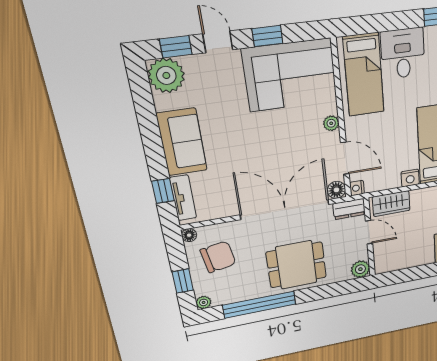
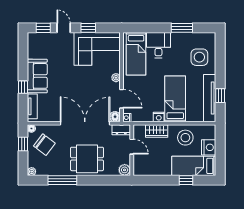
plant: (166, 75) -> (36, 41), removed
window: (163, 191) -> (23, 87), moved
wardrobe: (391, 204) -> (157, 131), moved
chair: (218, 257) -> (44, 145), turned 47
window: (183, 281) -> (23, 144), moved
window: (259, 305) -> (62, 180), width x0.68

